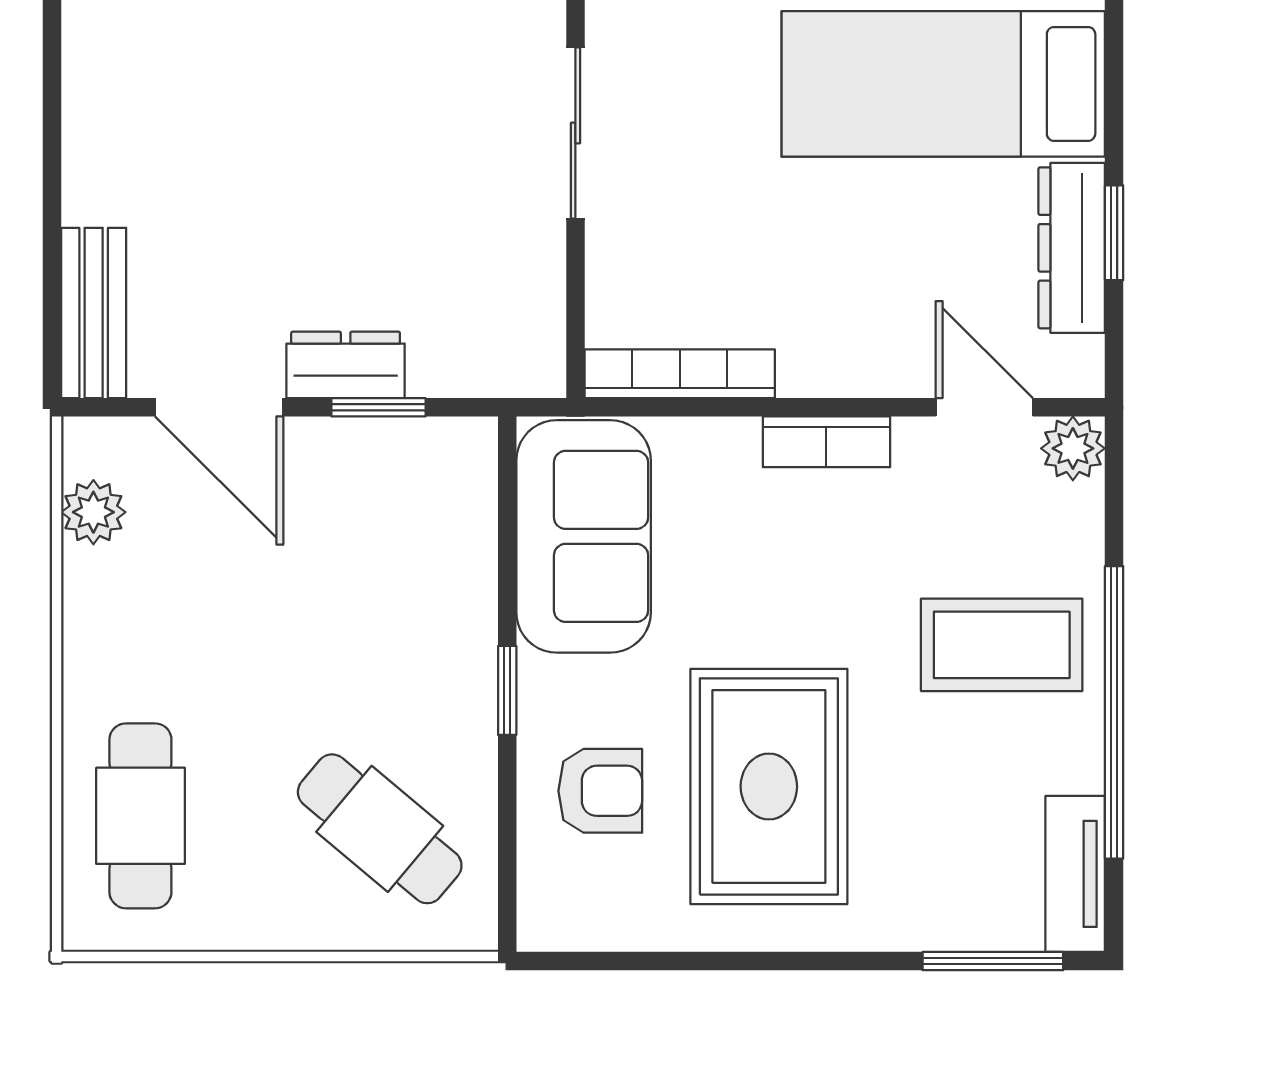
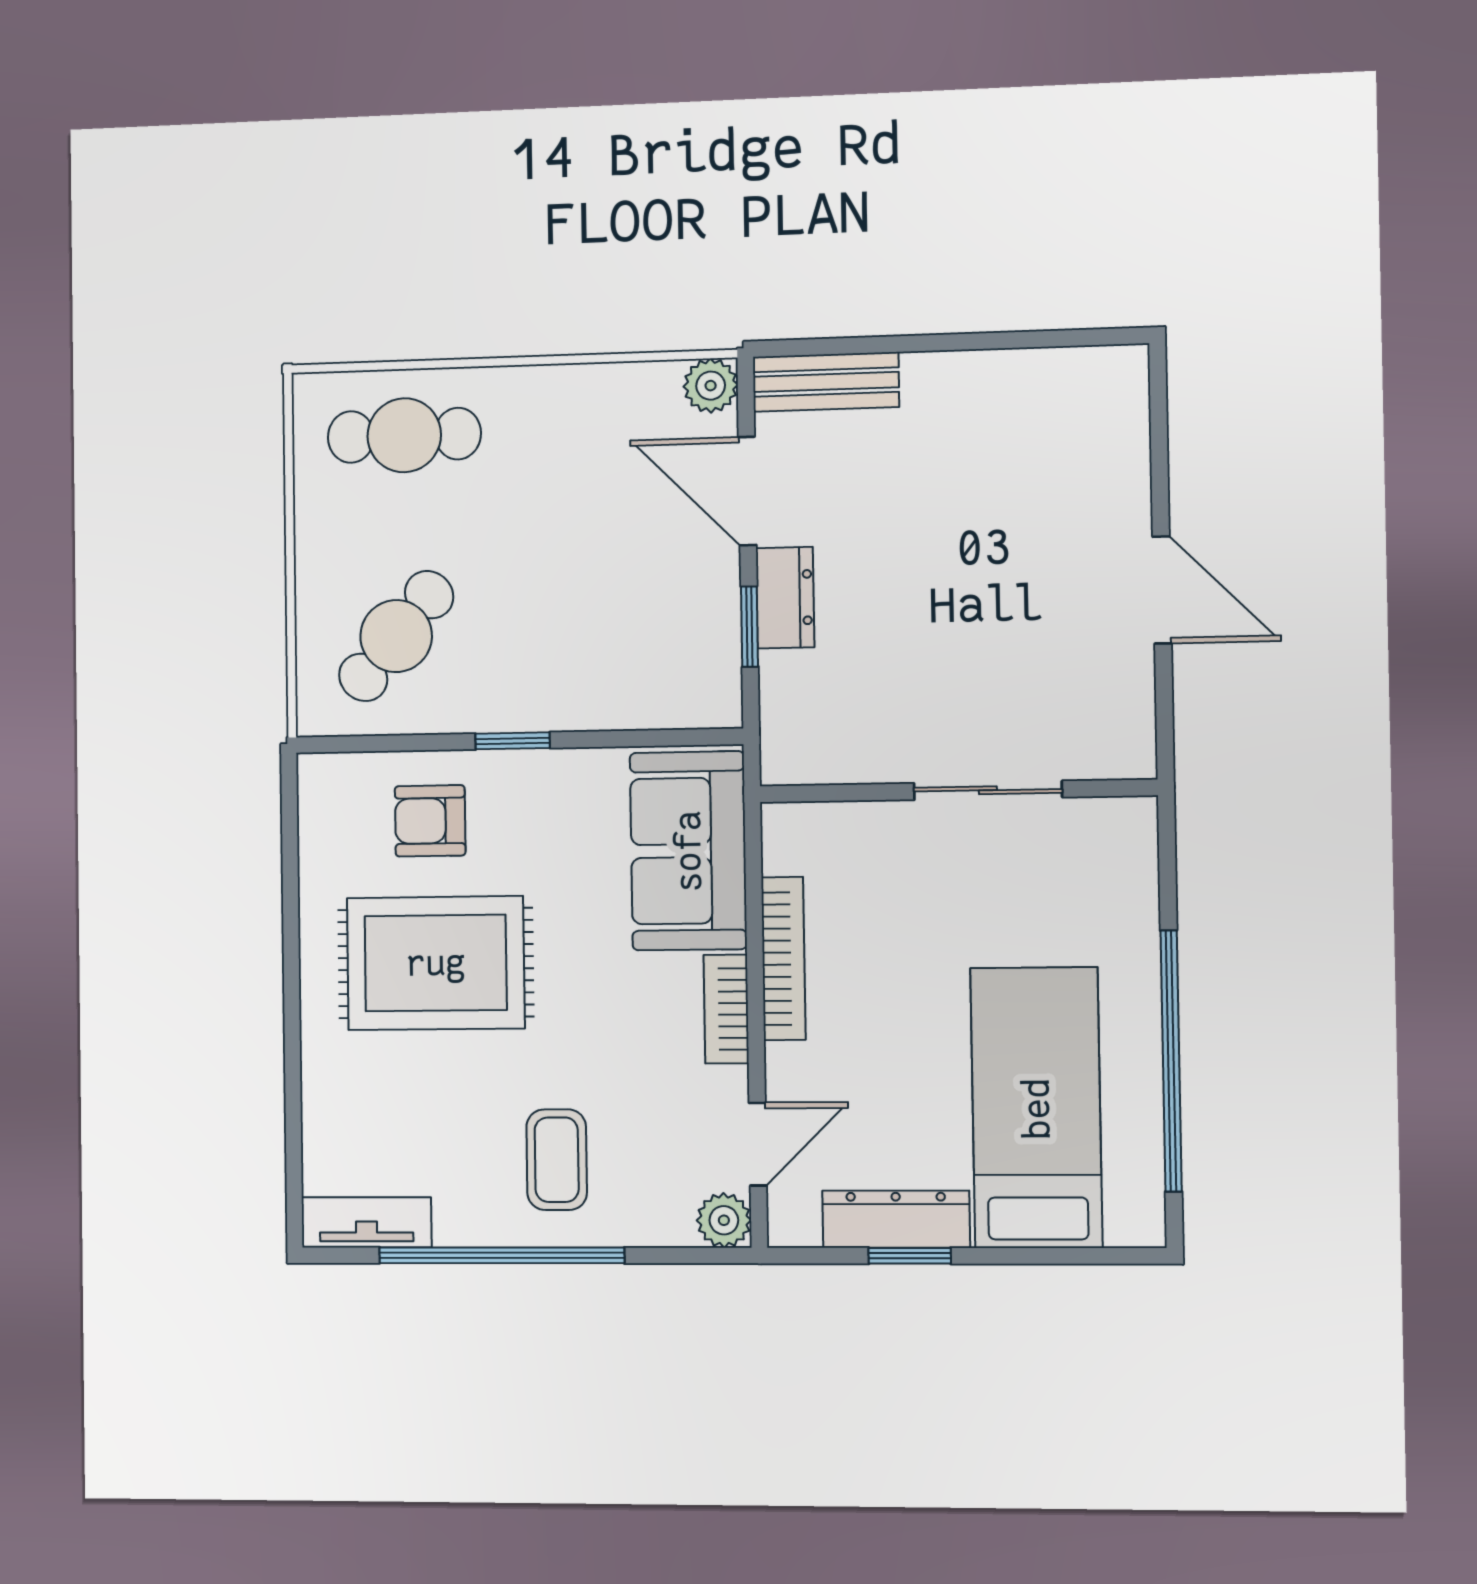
bookcase: (680, 374) -> (783, 959), moved
door: (219, 407) -> (747, 491), hinge flipped
plant: (93, 512) -> (711, 386), moved
sofa: (584, 536) -> (688, 851), moved, turned 90
coffee table: (1002, 645) -> (557, 1160), width x0.73, depth x0.77
armchair: (600, 791) -> (430, 821), turned 90
window: (993, 961) -> (294, 1153), removed

